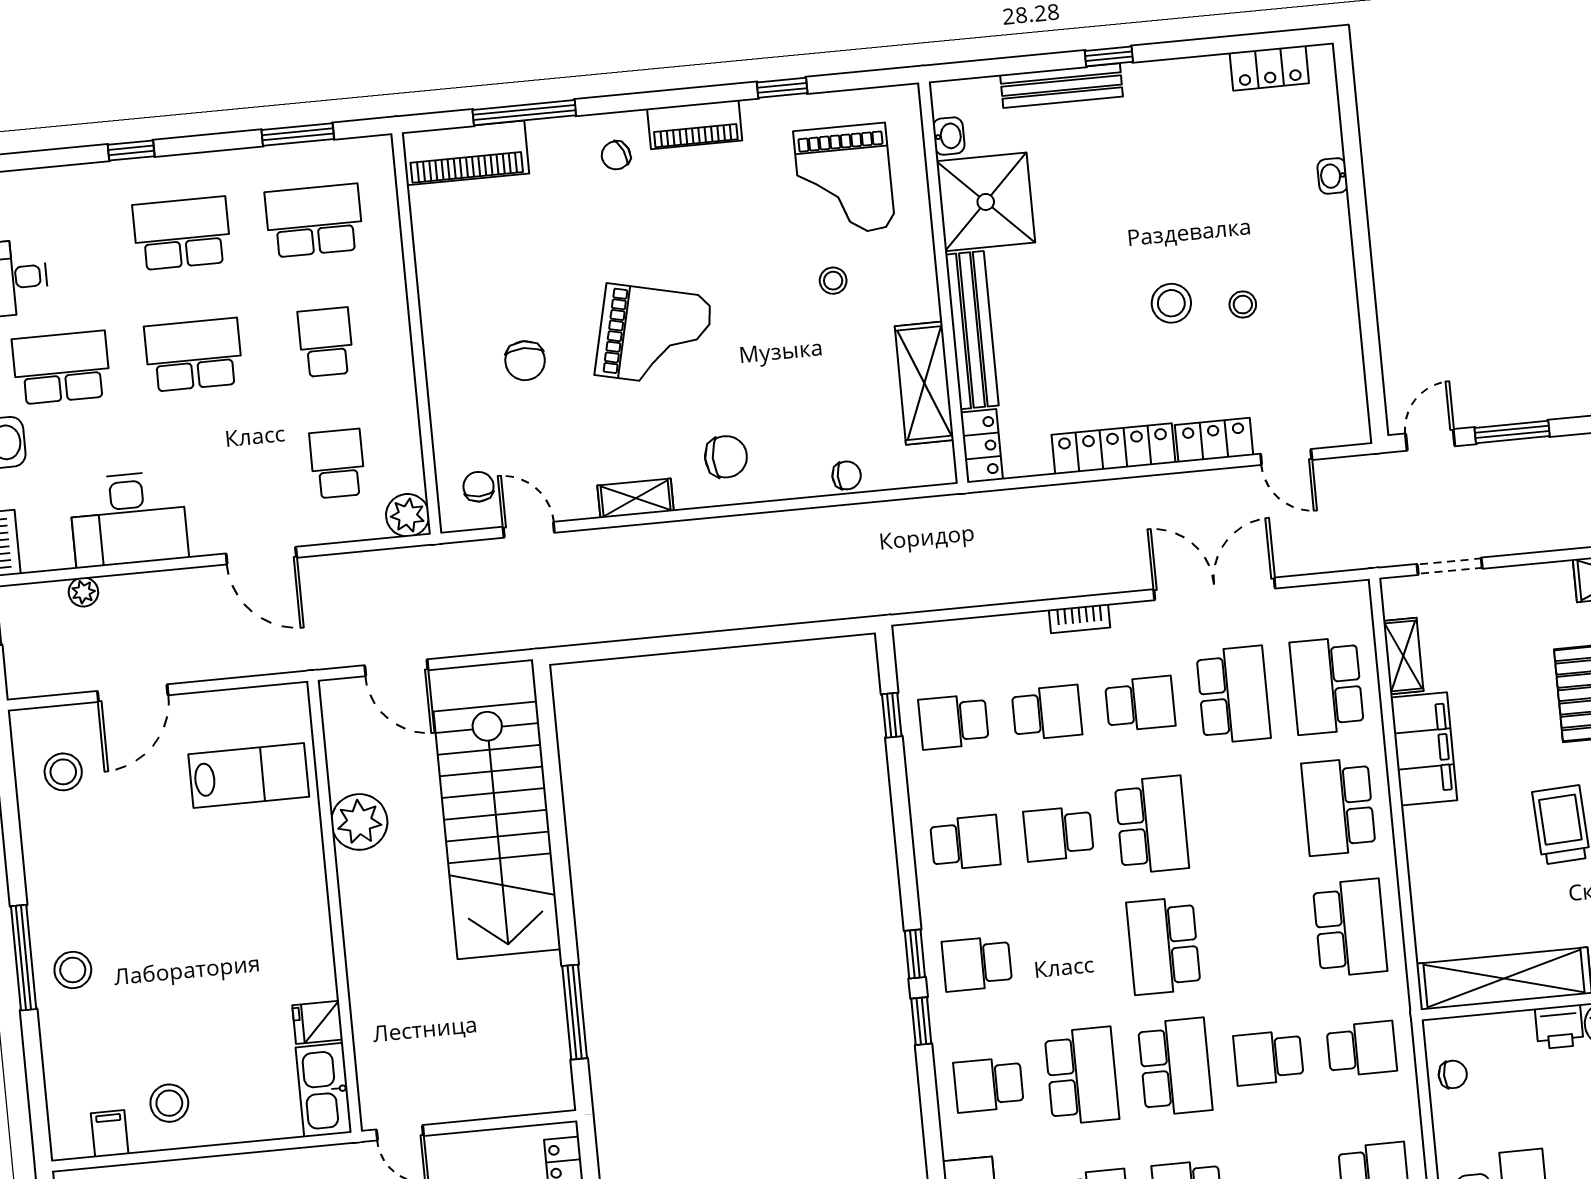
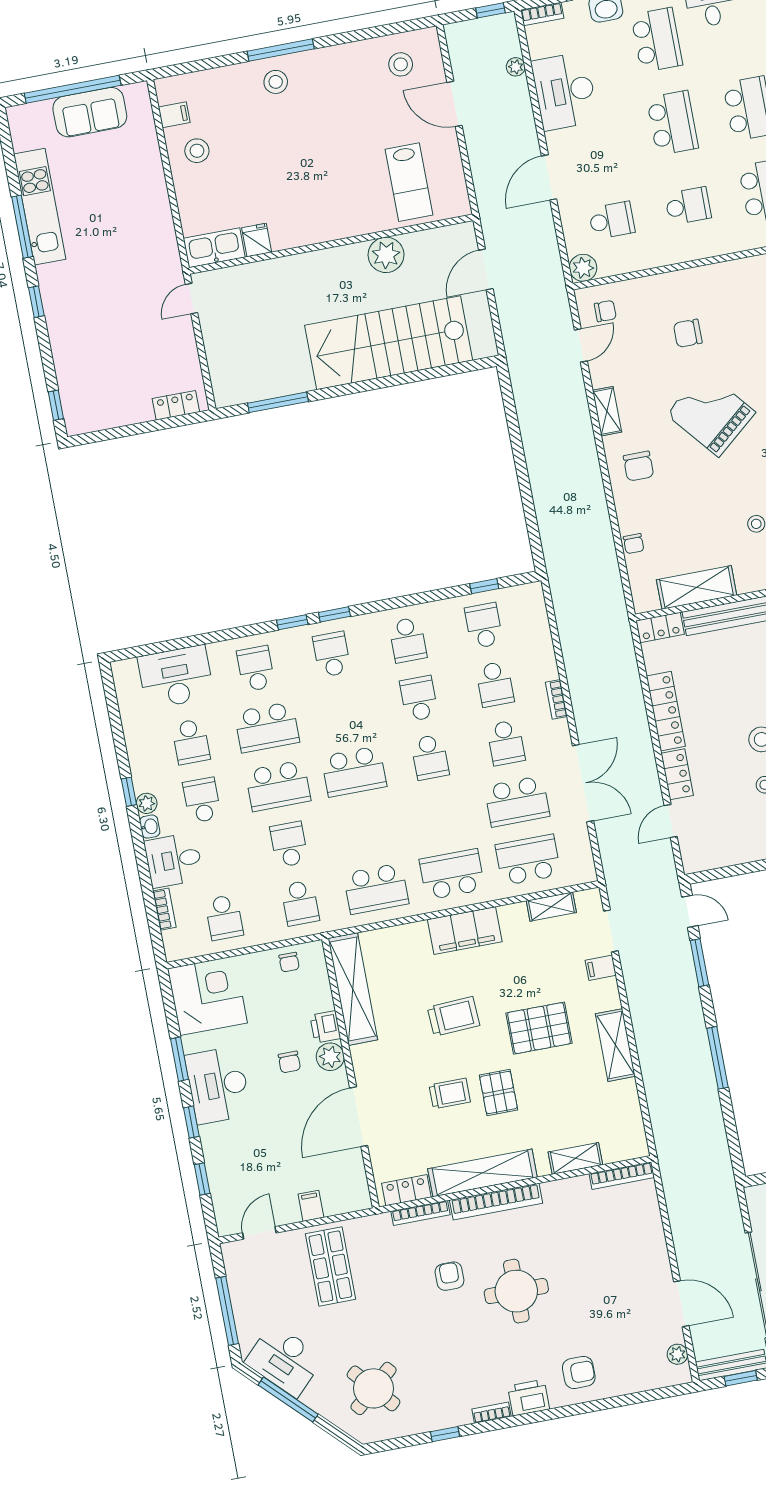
grand piano: (654, 336) -> (711, 413), turned 127
filing cabinet: (1506, 587) -> (601, 968), added
filing cabinet: (1424, 749) -> (465, 931), moved
school desk: (1152, 825) -> (430, 757), width x0.54
school desk: (1163, 946) -> (354, 771), turned 180

